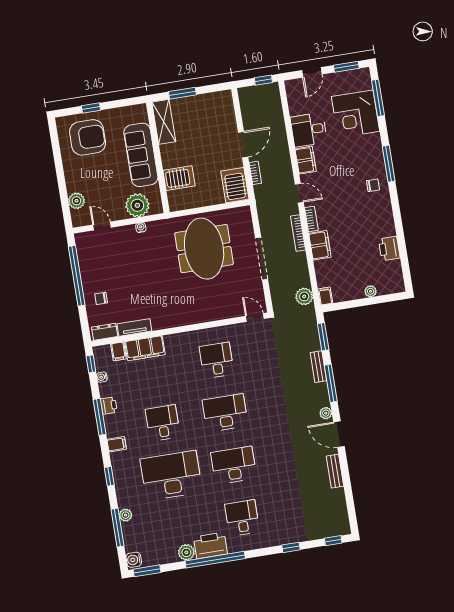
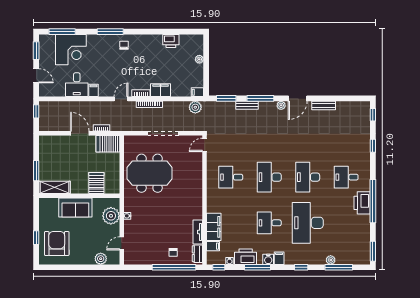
sofa: (141, 155) -> (75, 207), width x0.73
filing cabinet: (306, 160) -> (93, 90), width x0.50
window: (77, 276) -> (174, 267), moved
printer: (109, 406) -> (246, 257), width x1.87, depth x1.48
plant: (186, 552) -> (364, 221), removed
water cooler: (134, 560) -> (268, 259), moved

